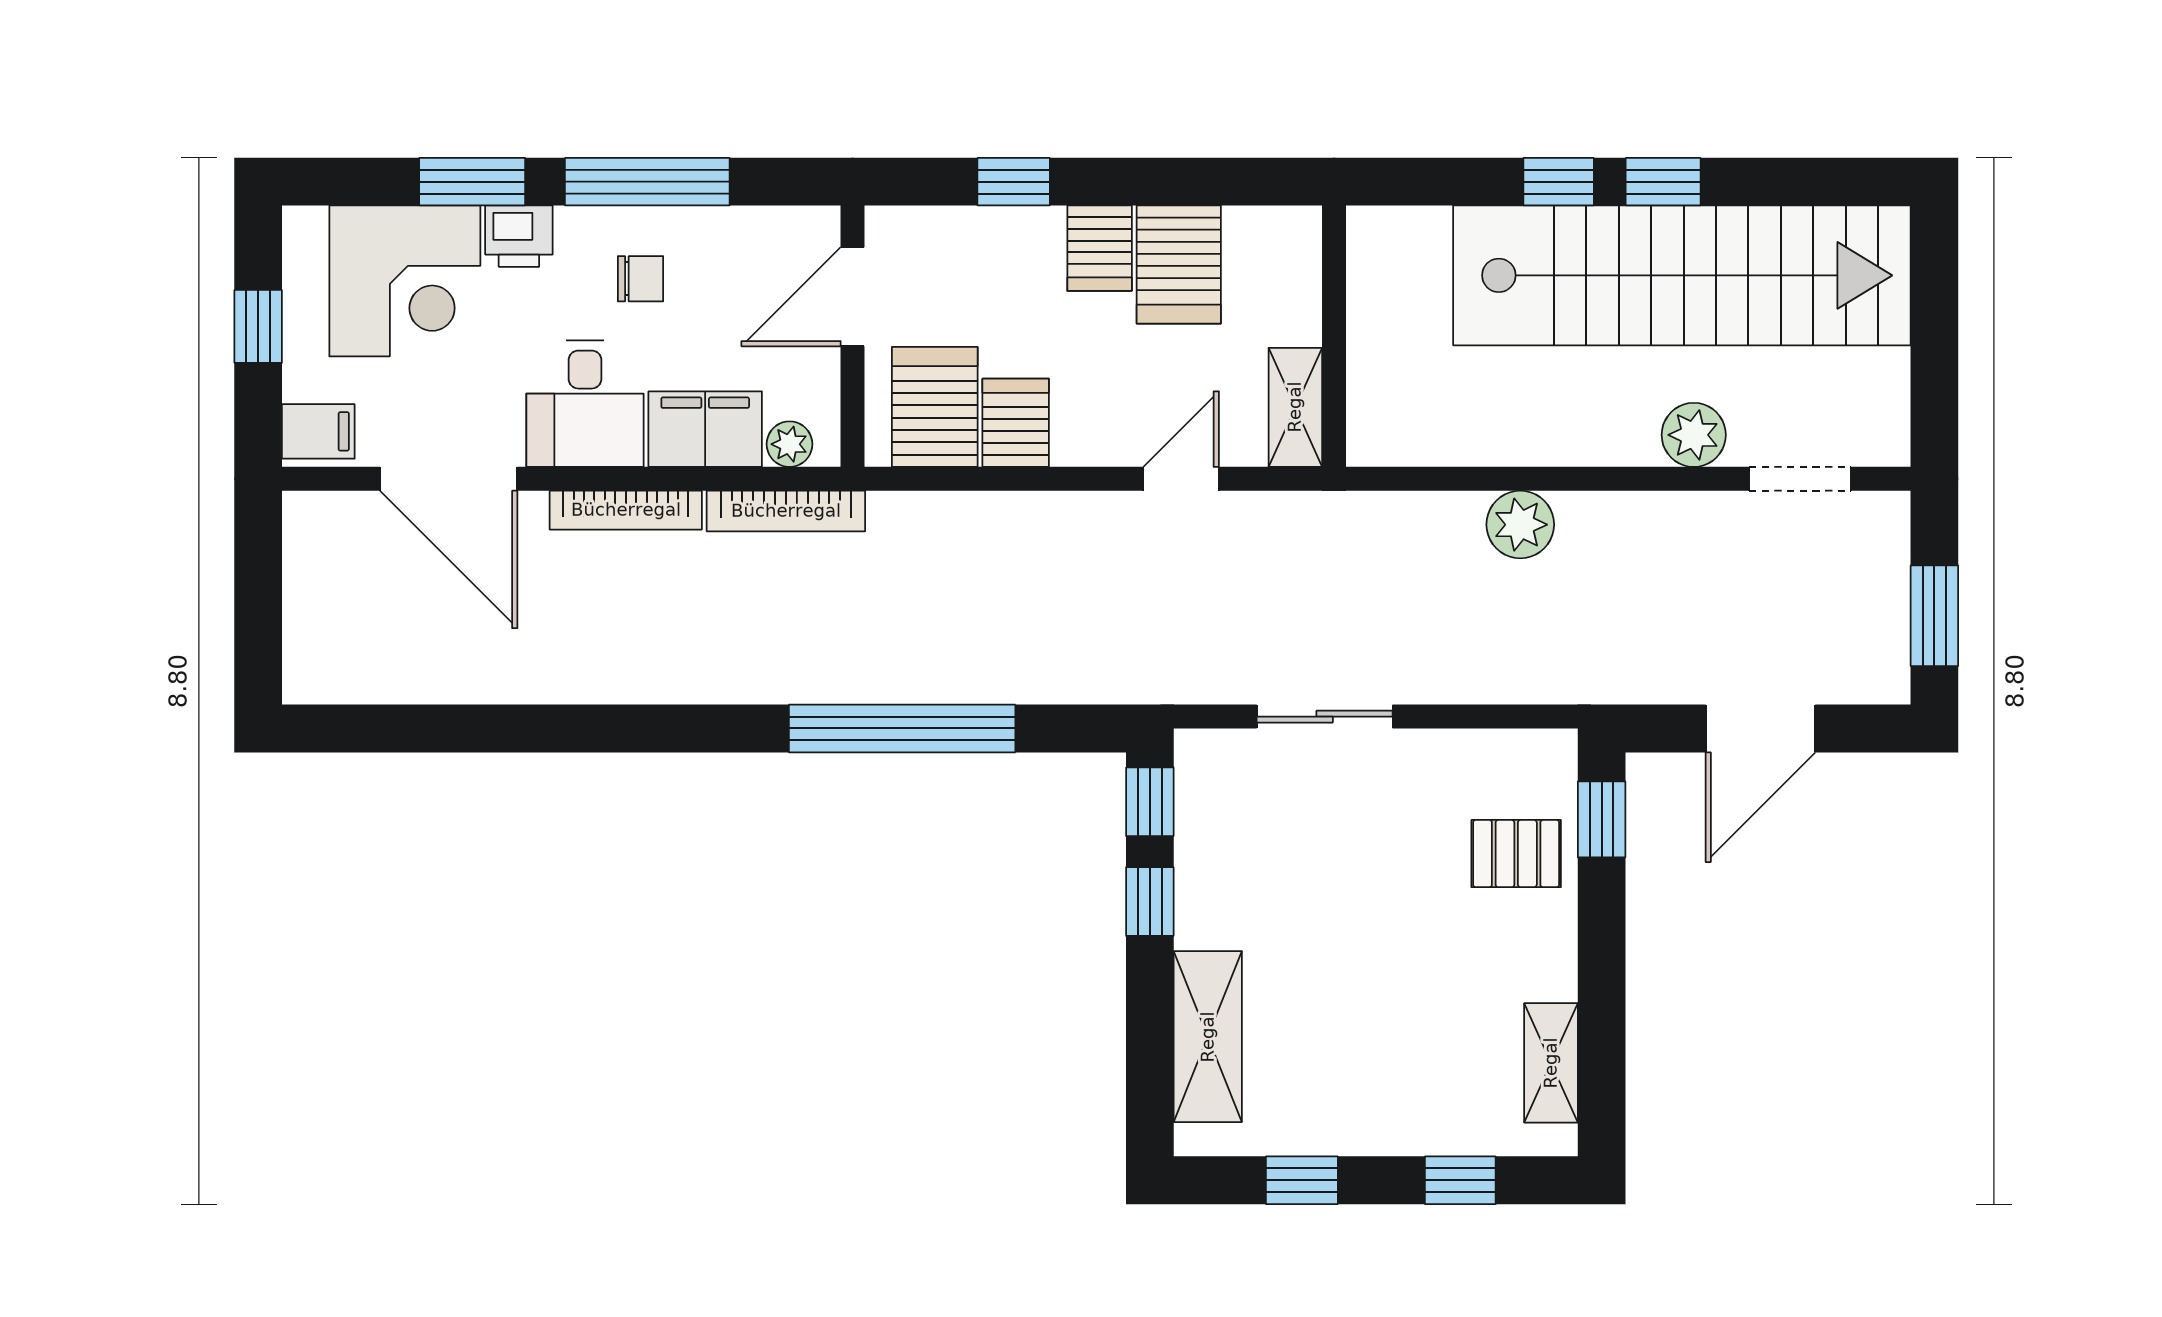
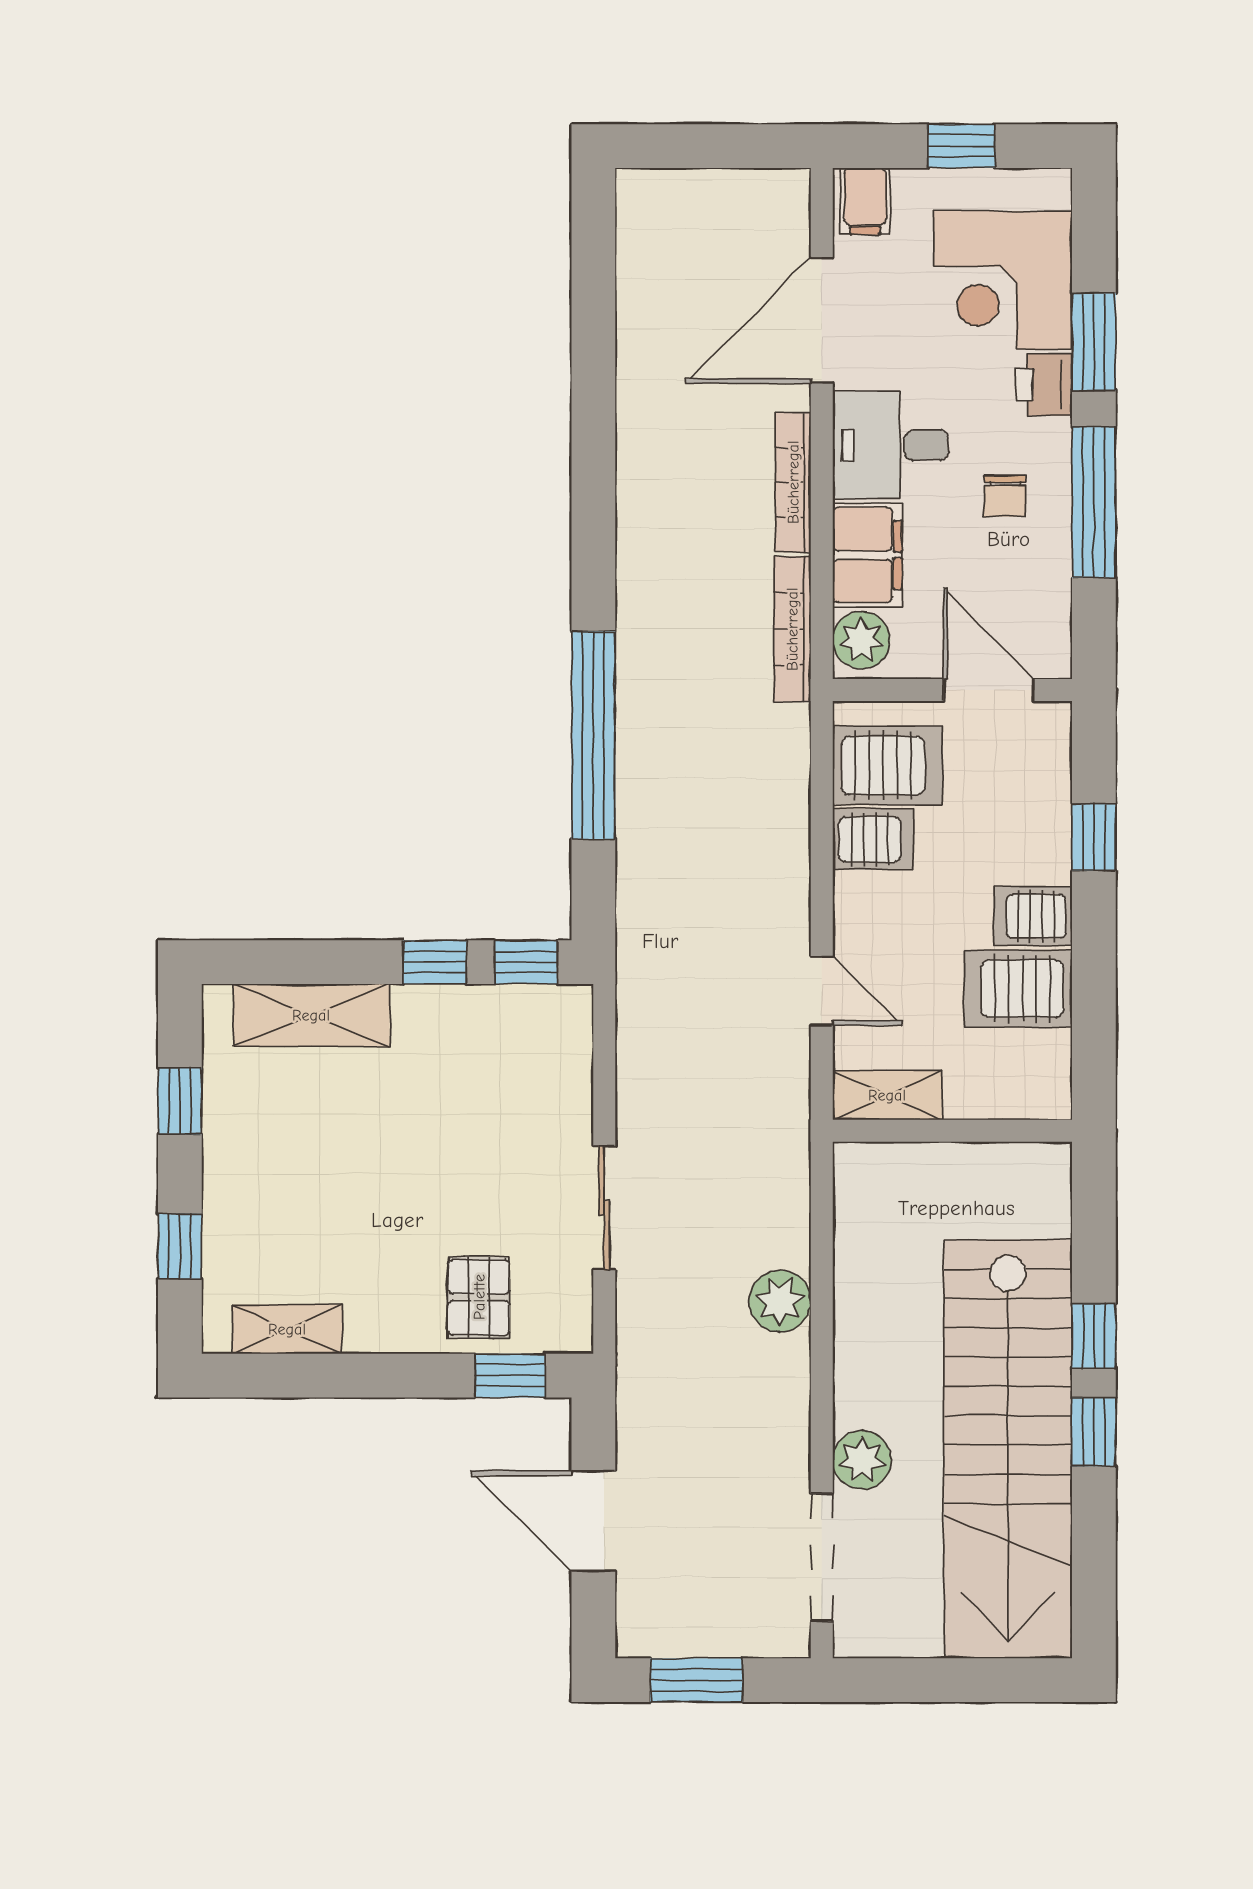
plant: (789, 444) -> (861, 640), width x1.38, depth x1.38
doorway: (1800, 479) -> (822, 1557), width x1.38
sliding door: (1325, 717) -> (604, 1208), moved

